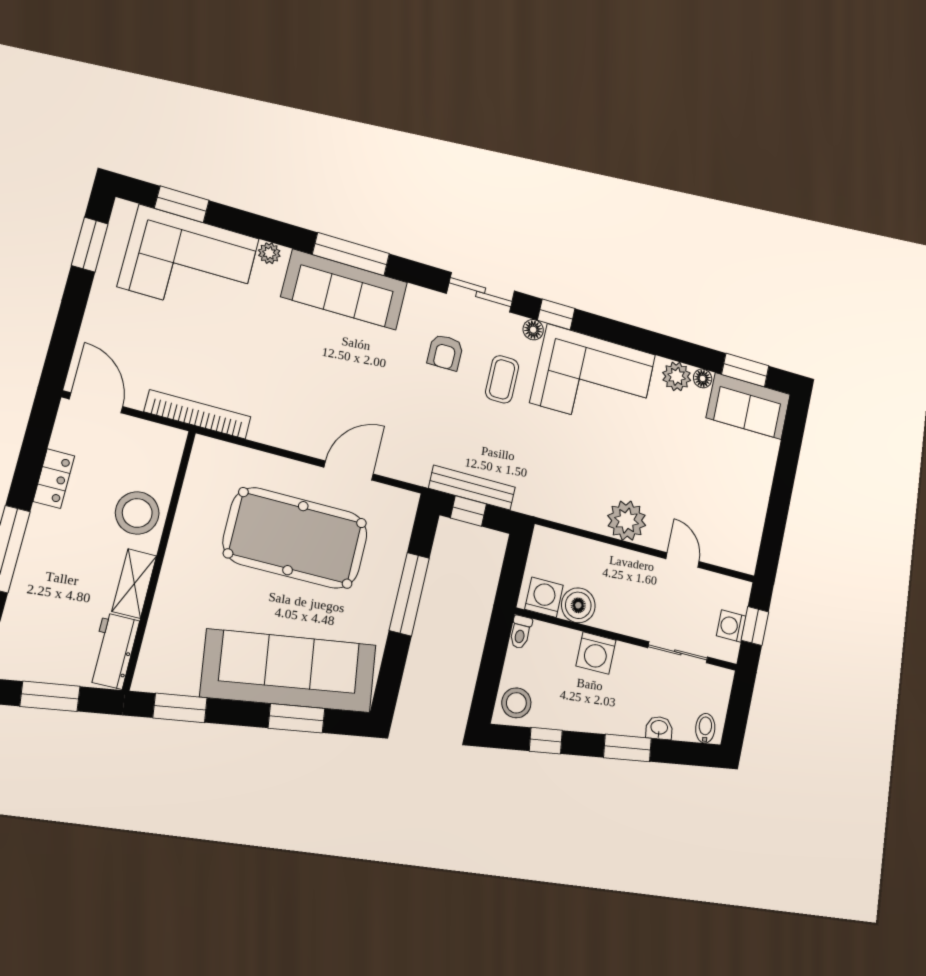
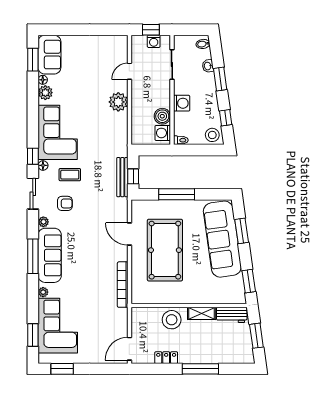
plant: (418, 297) -> (43, 222), added
bookcase: (198, 414) -> (123, 285), moved

